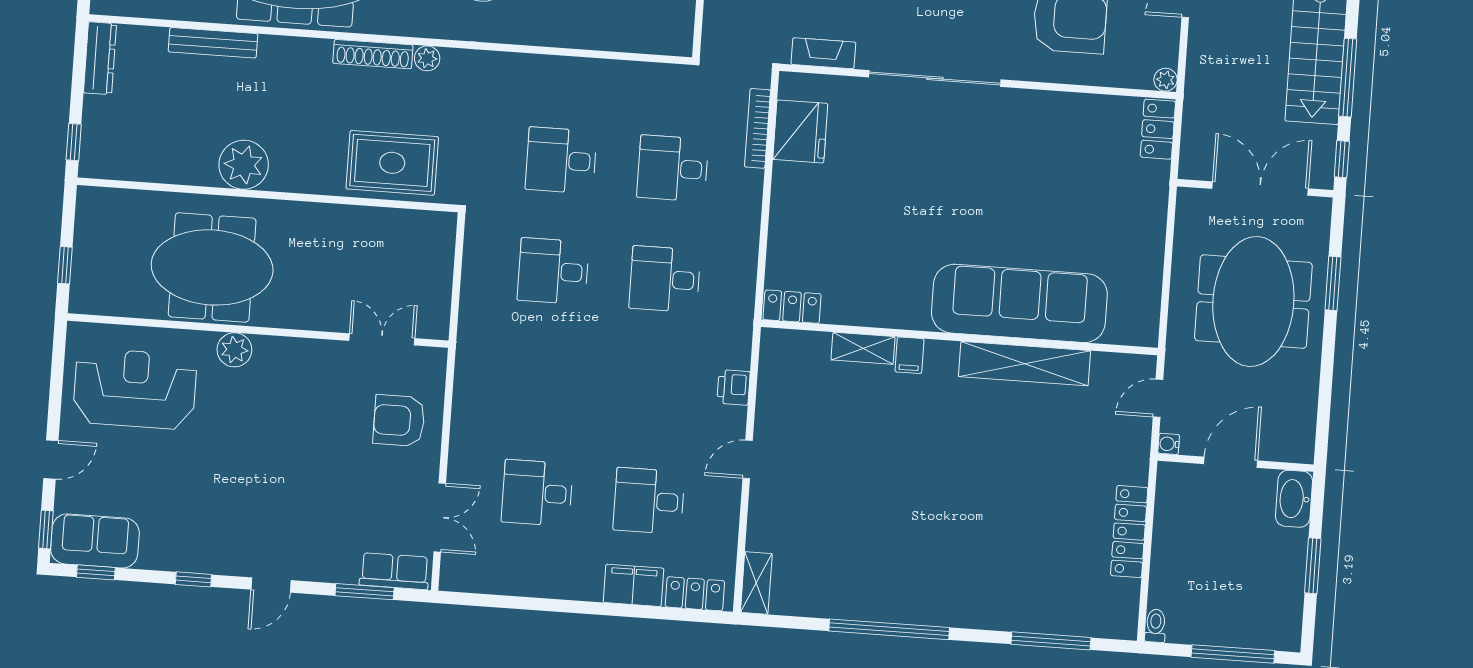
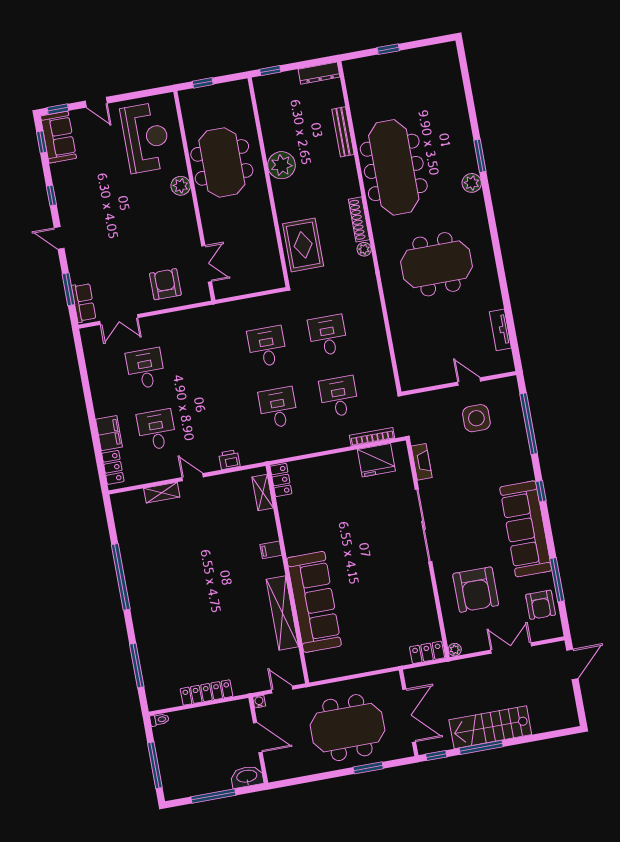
shelving: (863, 348) -> (263, 493), moved
window: (1313, 566) -> (213, 796), width x1.44
shelving: (756, 583) -> (162, 493), moved

